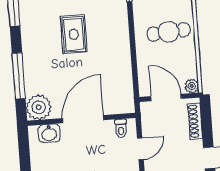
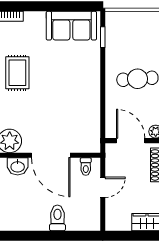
rug: (74, 34) -> (17, 73), moved
door: (83, 119) -> (51, 155), swing flipped

